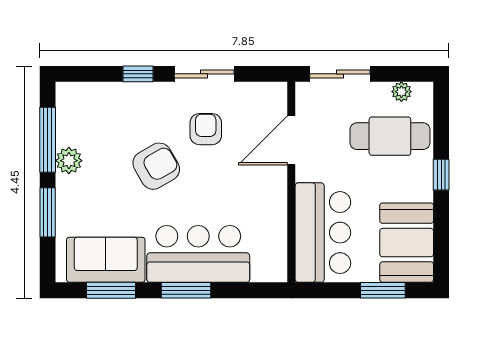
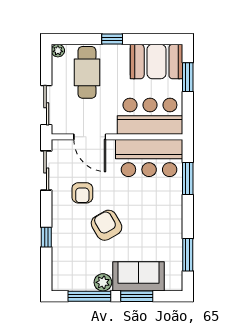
sliding door: (204, 74) -> (46, 171), moved
plant: (401, 92) -> (58, 51), moved
armchair: (206, 129) -> (82, 193), turned -90
bar counter: (198, 254) -> (149, 158), moved, turned -90
sofa: (106, 260) -> (139, 276), moved, turned 90
window: (186, 290) -> (188, 179), moved

